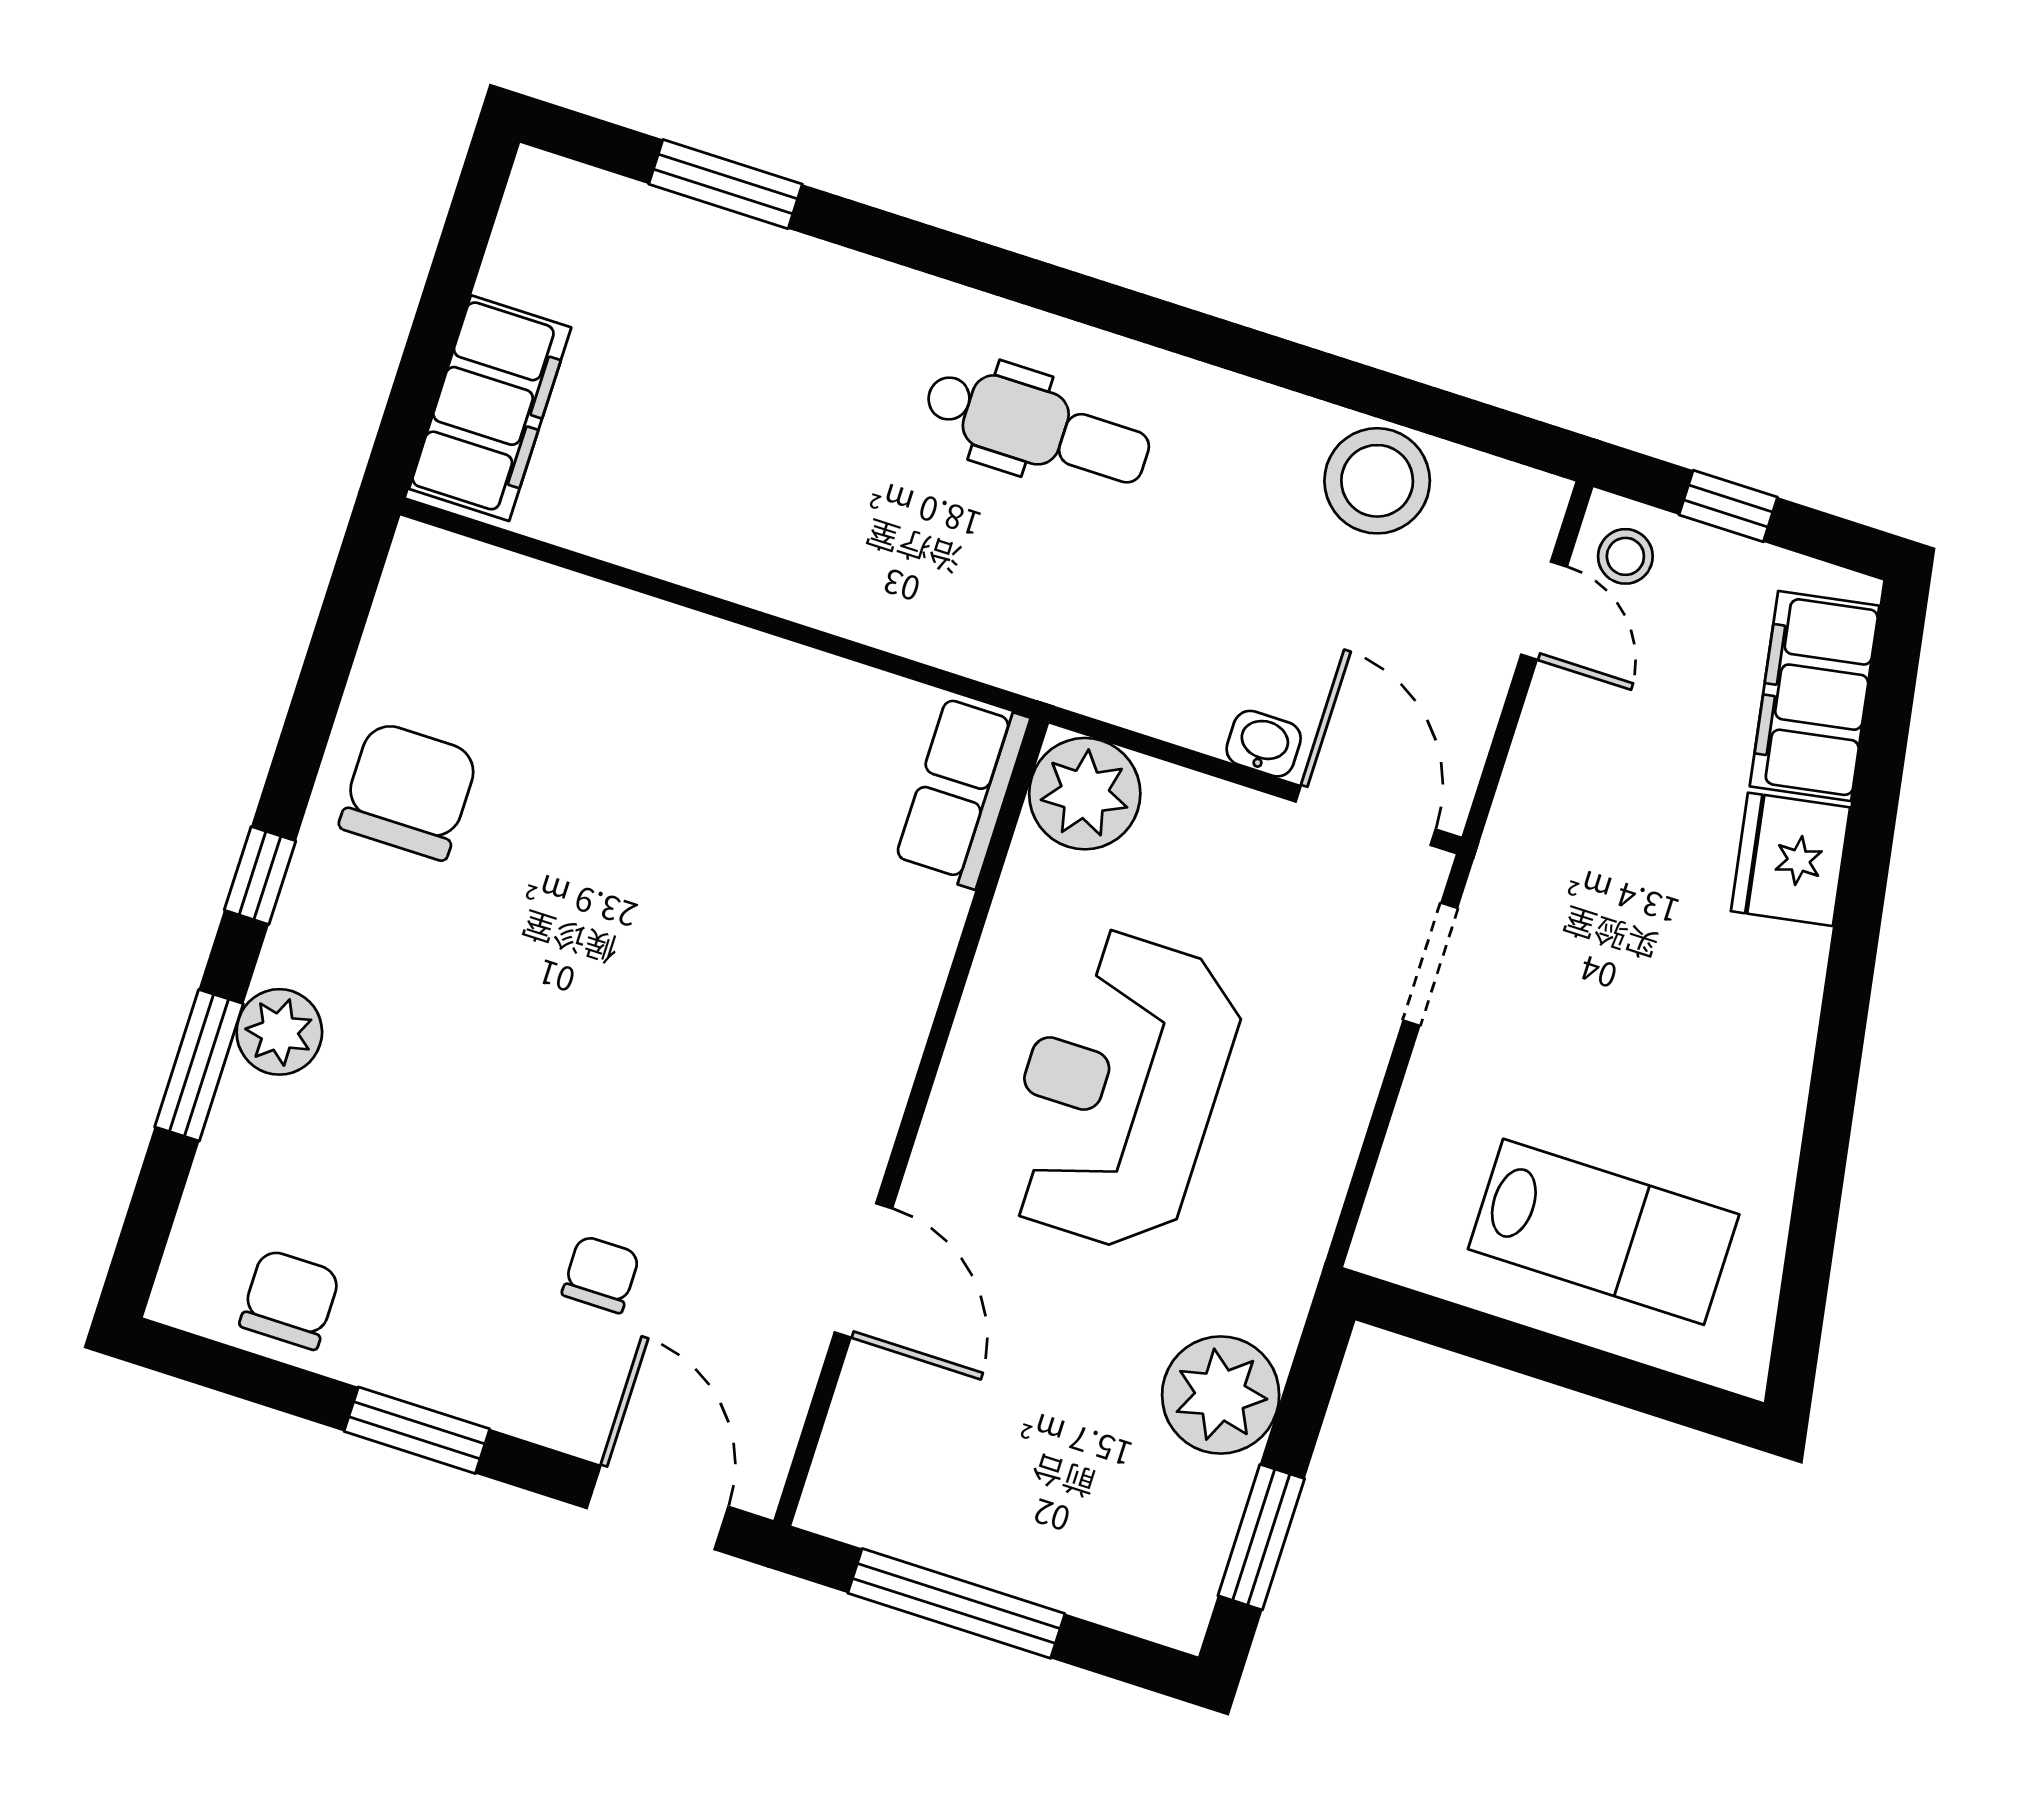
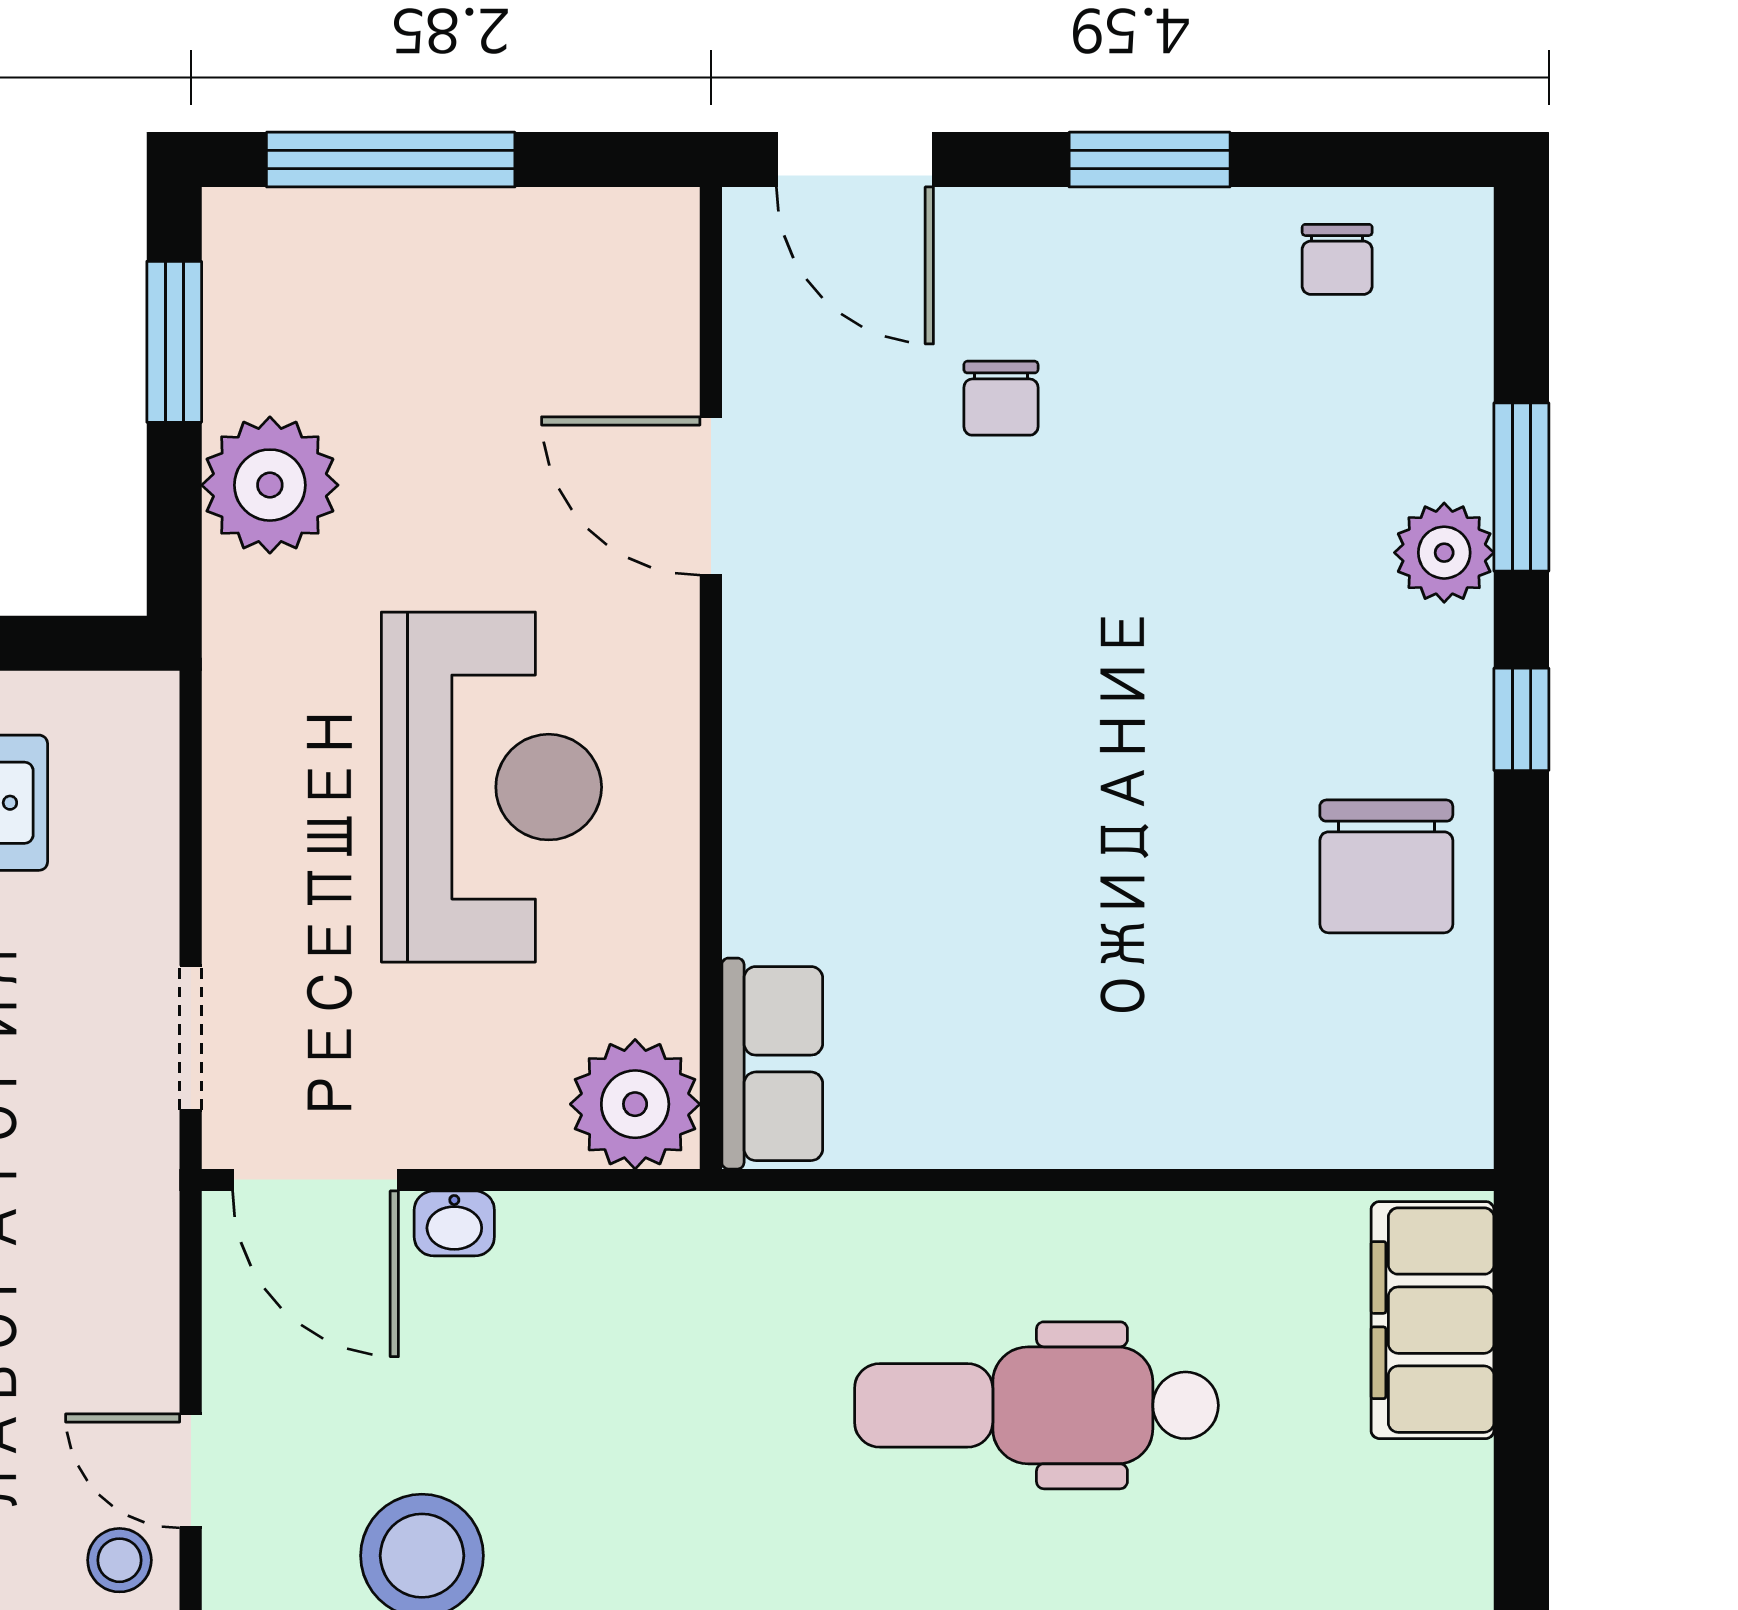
dental chair: (1037, 427) -> (1036, 1405), moved, width x1.36, depth x1.38
chair: (290, 1299) -> (1337, 259), width x0.73, depth x0.73
window: (956, 1603) -> (391, 160), moved

